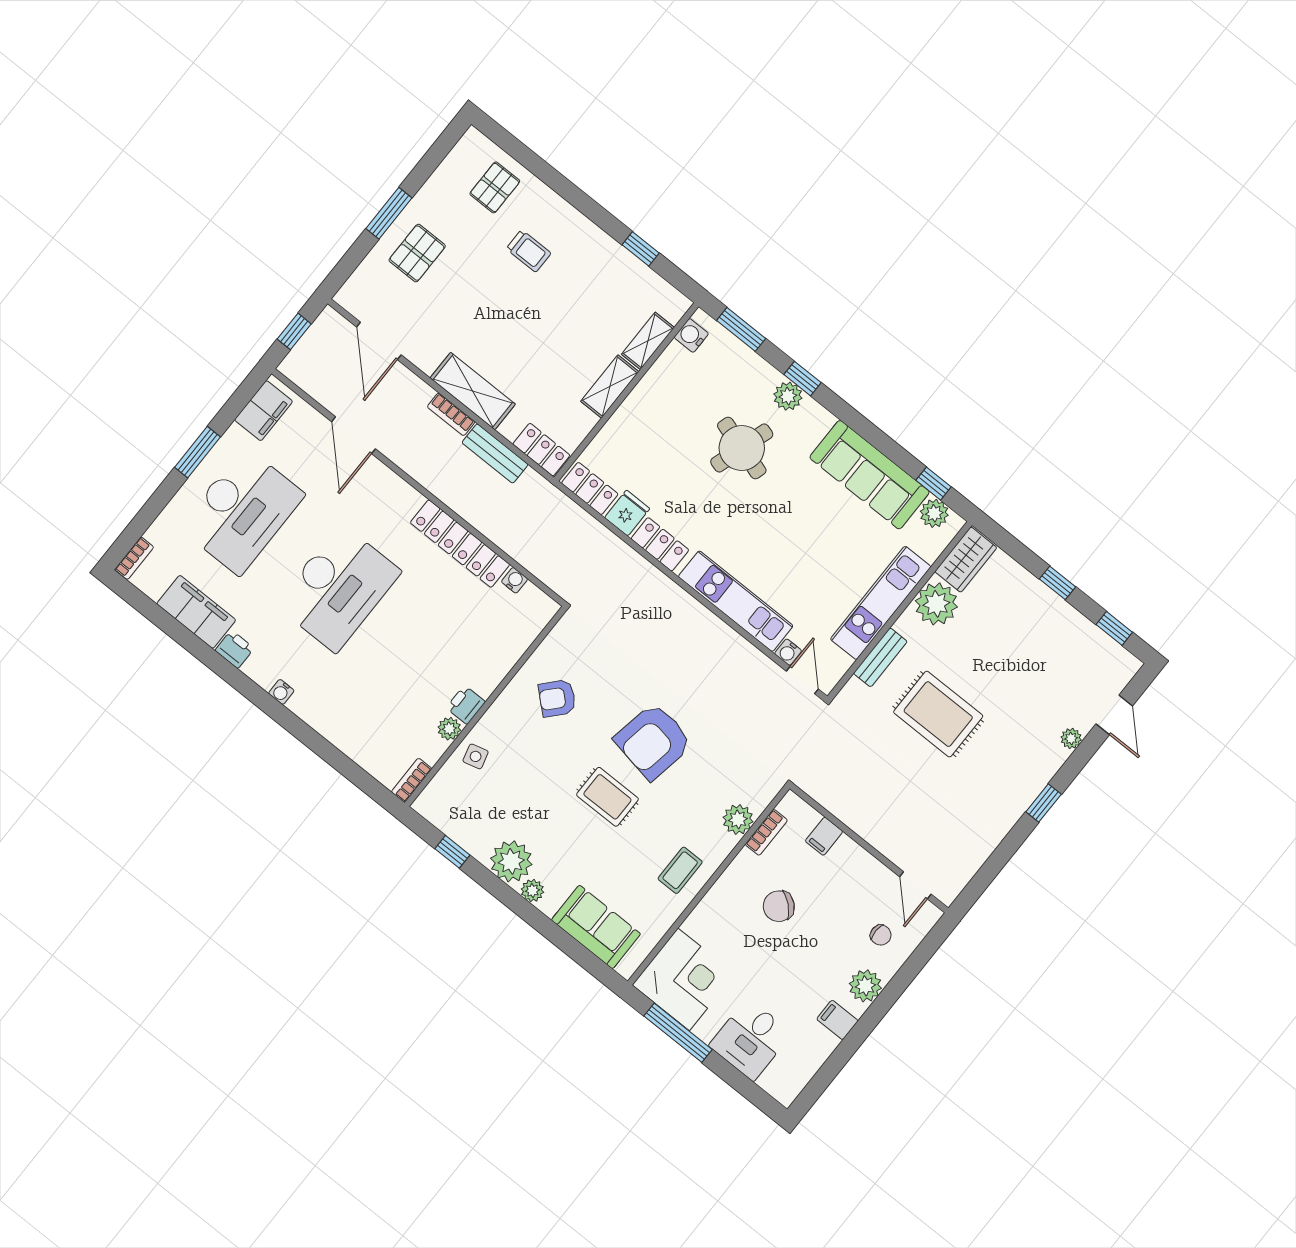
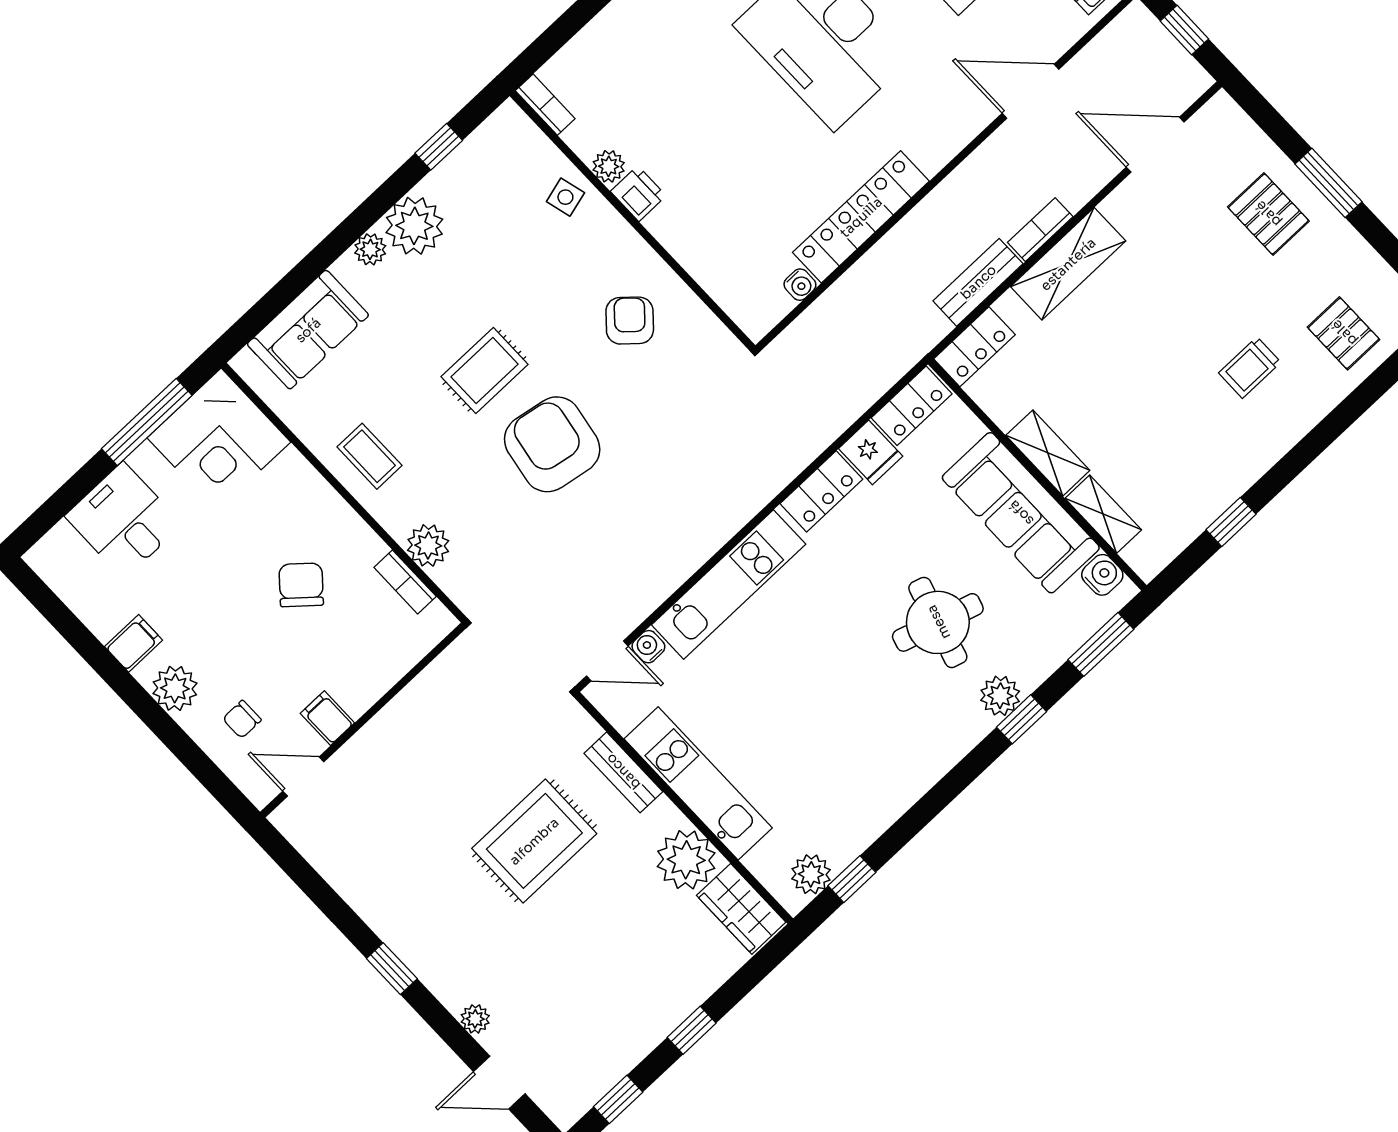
sofa: (870, 475) -> (1021, 513), moved, turned -90
filing cabinet: (824, 836) -> (327, 718), moved

